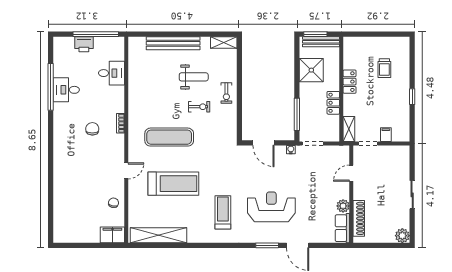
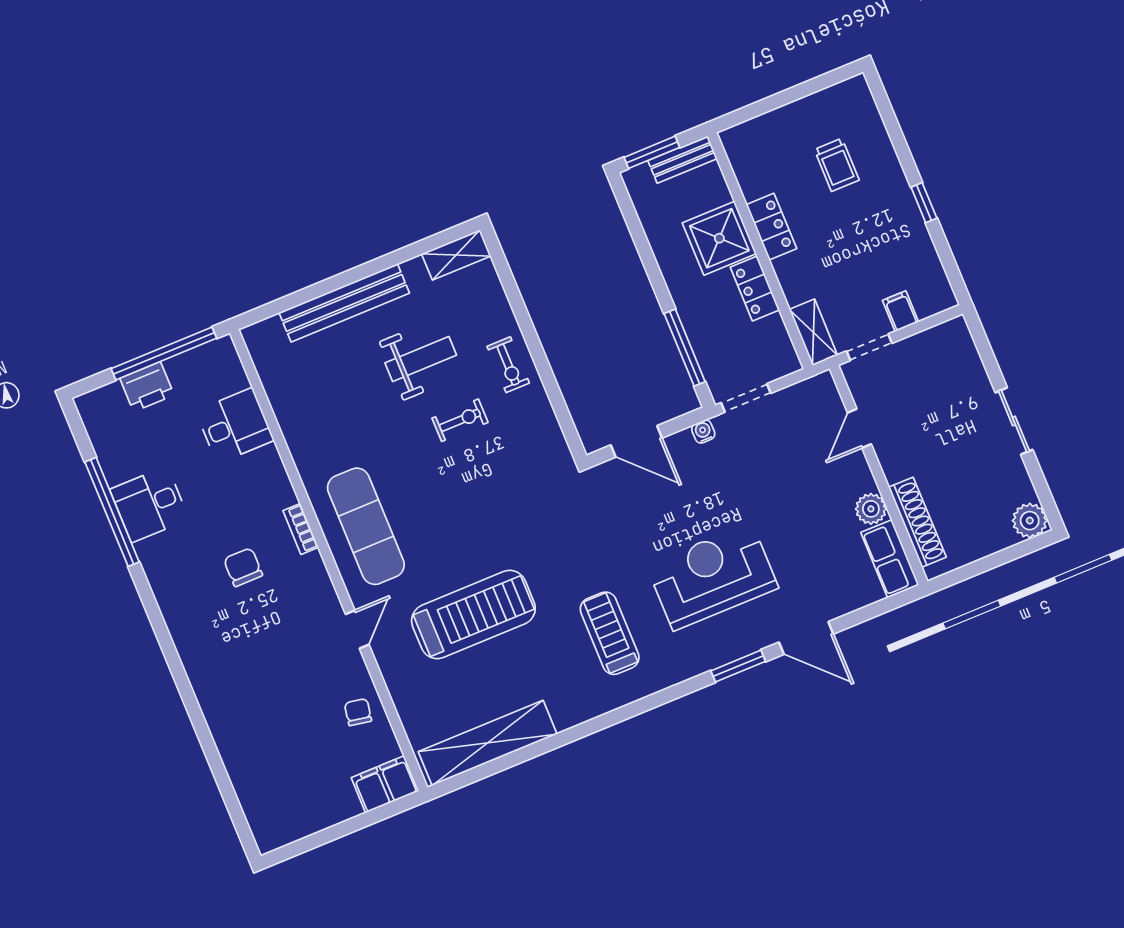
bench: (321, 42) -> (683, 160), width x0.73
shower: (311, 70) -> (719, 238), moved
exercise mat: (169, 137) -> (366, 526), moved, turned 90

